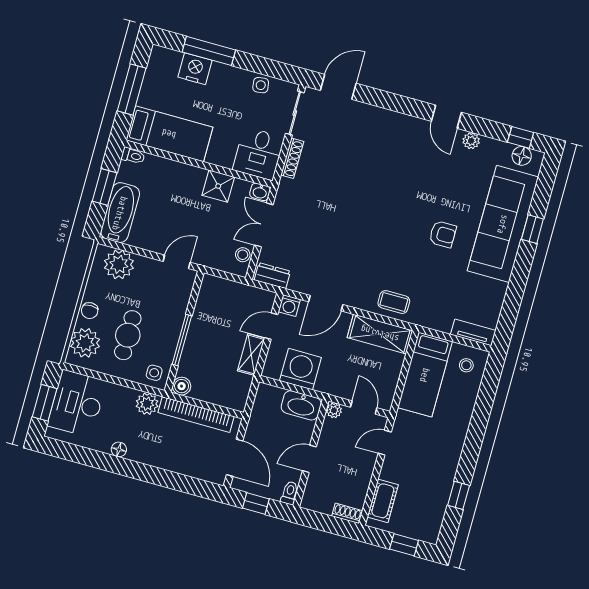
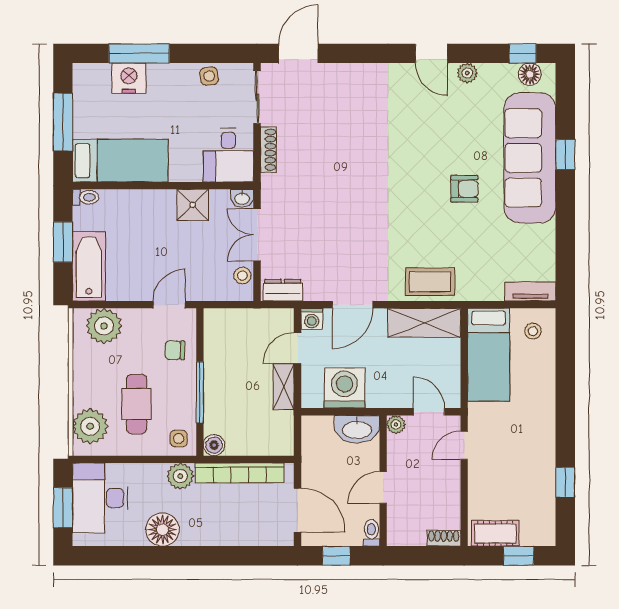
coffee table: (394, 302) -> (430, 282), width x1.36, depth x1.30
chair: (90, 311) -> (175, 350), moved, turned 90
floor lamp: (119, 449) -> (163, 530), width x1.89, depth x1.89
cot: (383, 501) -> (495, 533), moved, turned 90

